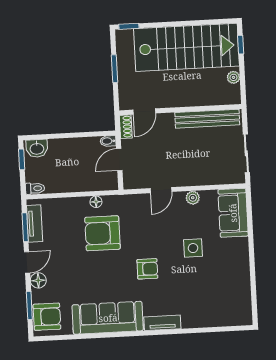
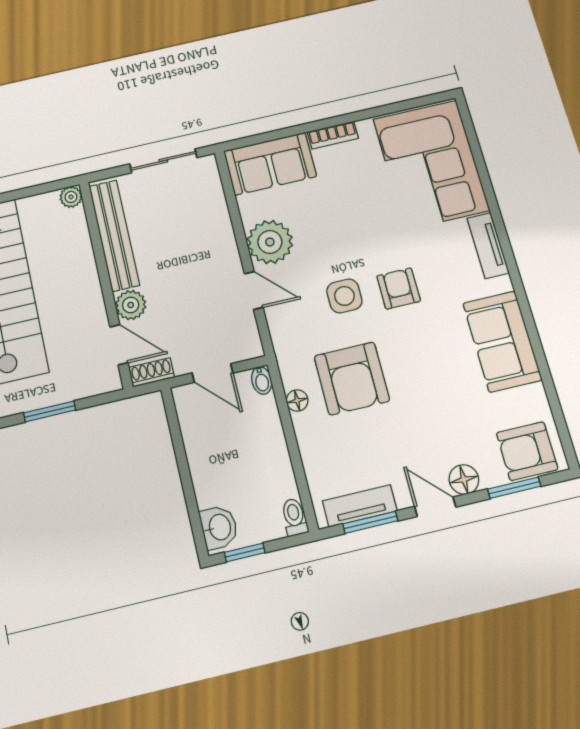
plant: (233, 77) -> (71, 197), moved
plant: (165, 121) -> (131, 305), added
bidet: (108, 141) -> (262, 380), moved
plant: (193, 198) -> (270, 242), width x1.88, depth x1.88
side table: (193, 248) -> (344, 296), moved
bookcase: (243, 251) -> (333, 135), added
corner sofa: (215, 302) -> (431, 164), added
armchair: (47, 317) -> (527, 451), turned -90
sofa: (108, 318) -> (502, 341), width x0.73

